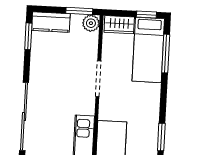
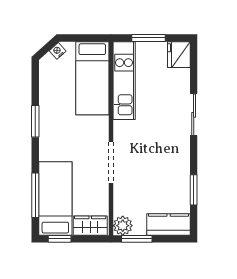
window: (28, 36) -> (194, 190), moved
sliding door: (24, 116) -> (194, 115), width x0.54
window: (161, 137) -> (35, 121), moved

